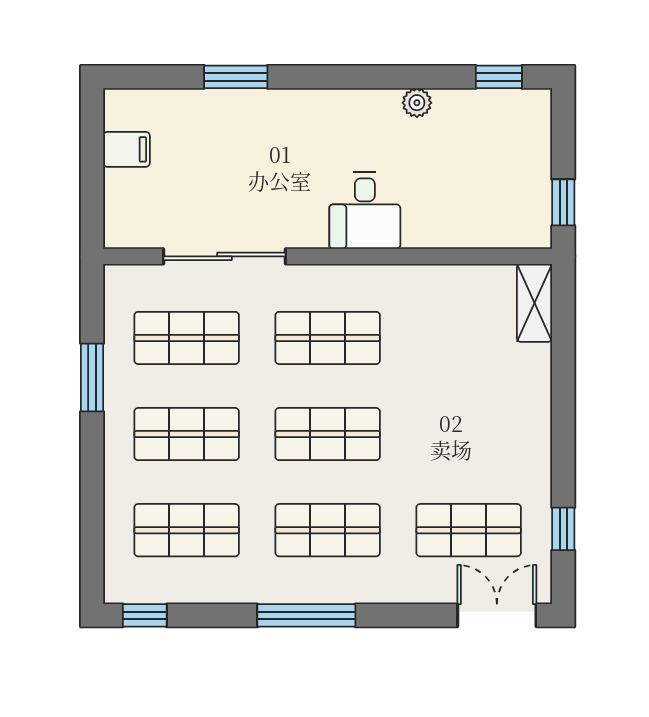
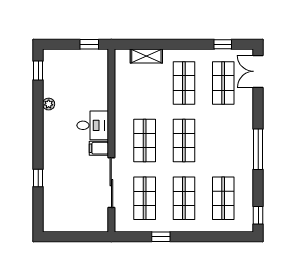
window: (236, 77) -> (38, 178), width x0.67
filing cabinet: (126, 149) -> (99, 148), moved, turned -90
shelving: (534, 303) -> (146, 56), moved
window: (92, 377) -> (161, 237), width x0.67
shop shelf: (328, 530) -> (184, 83), moved

